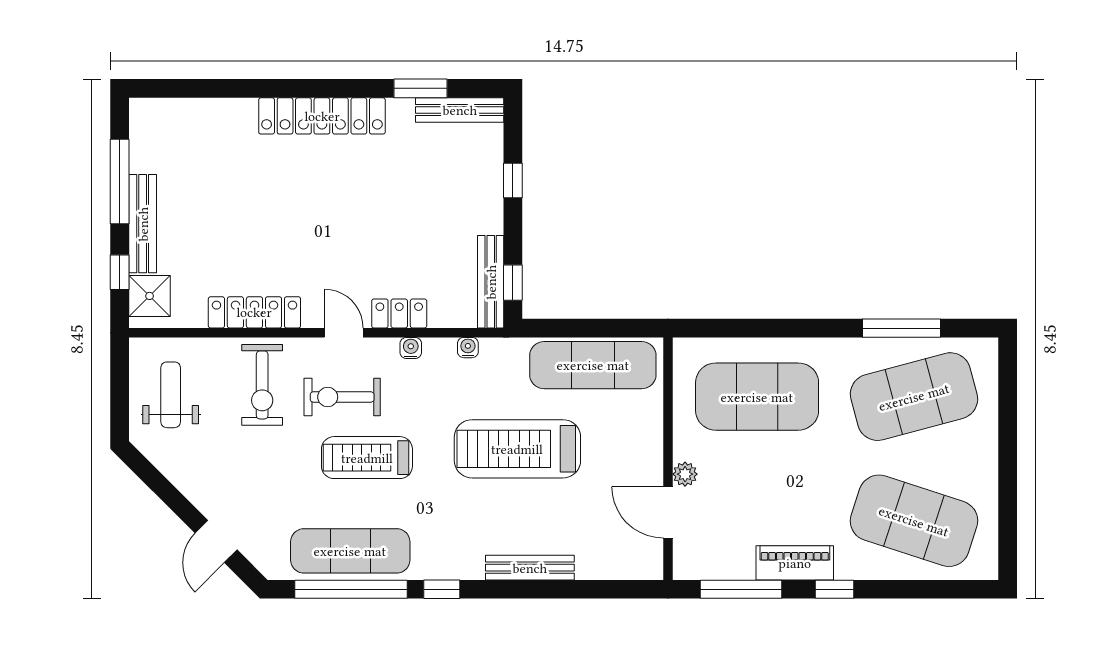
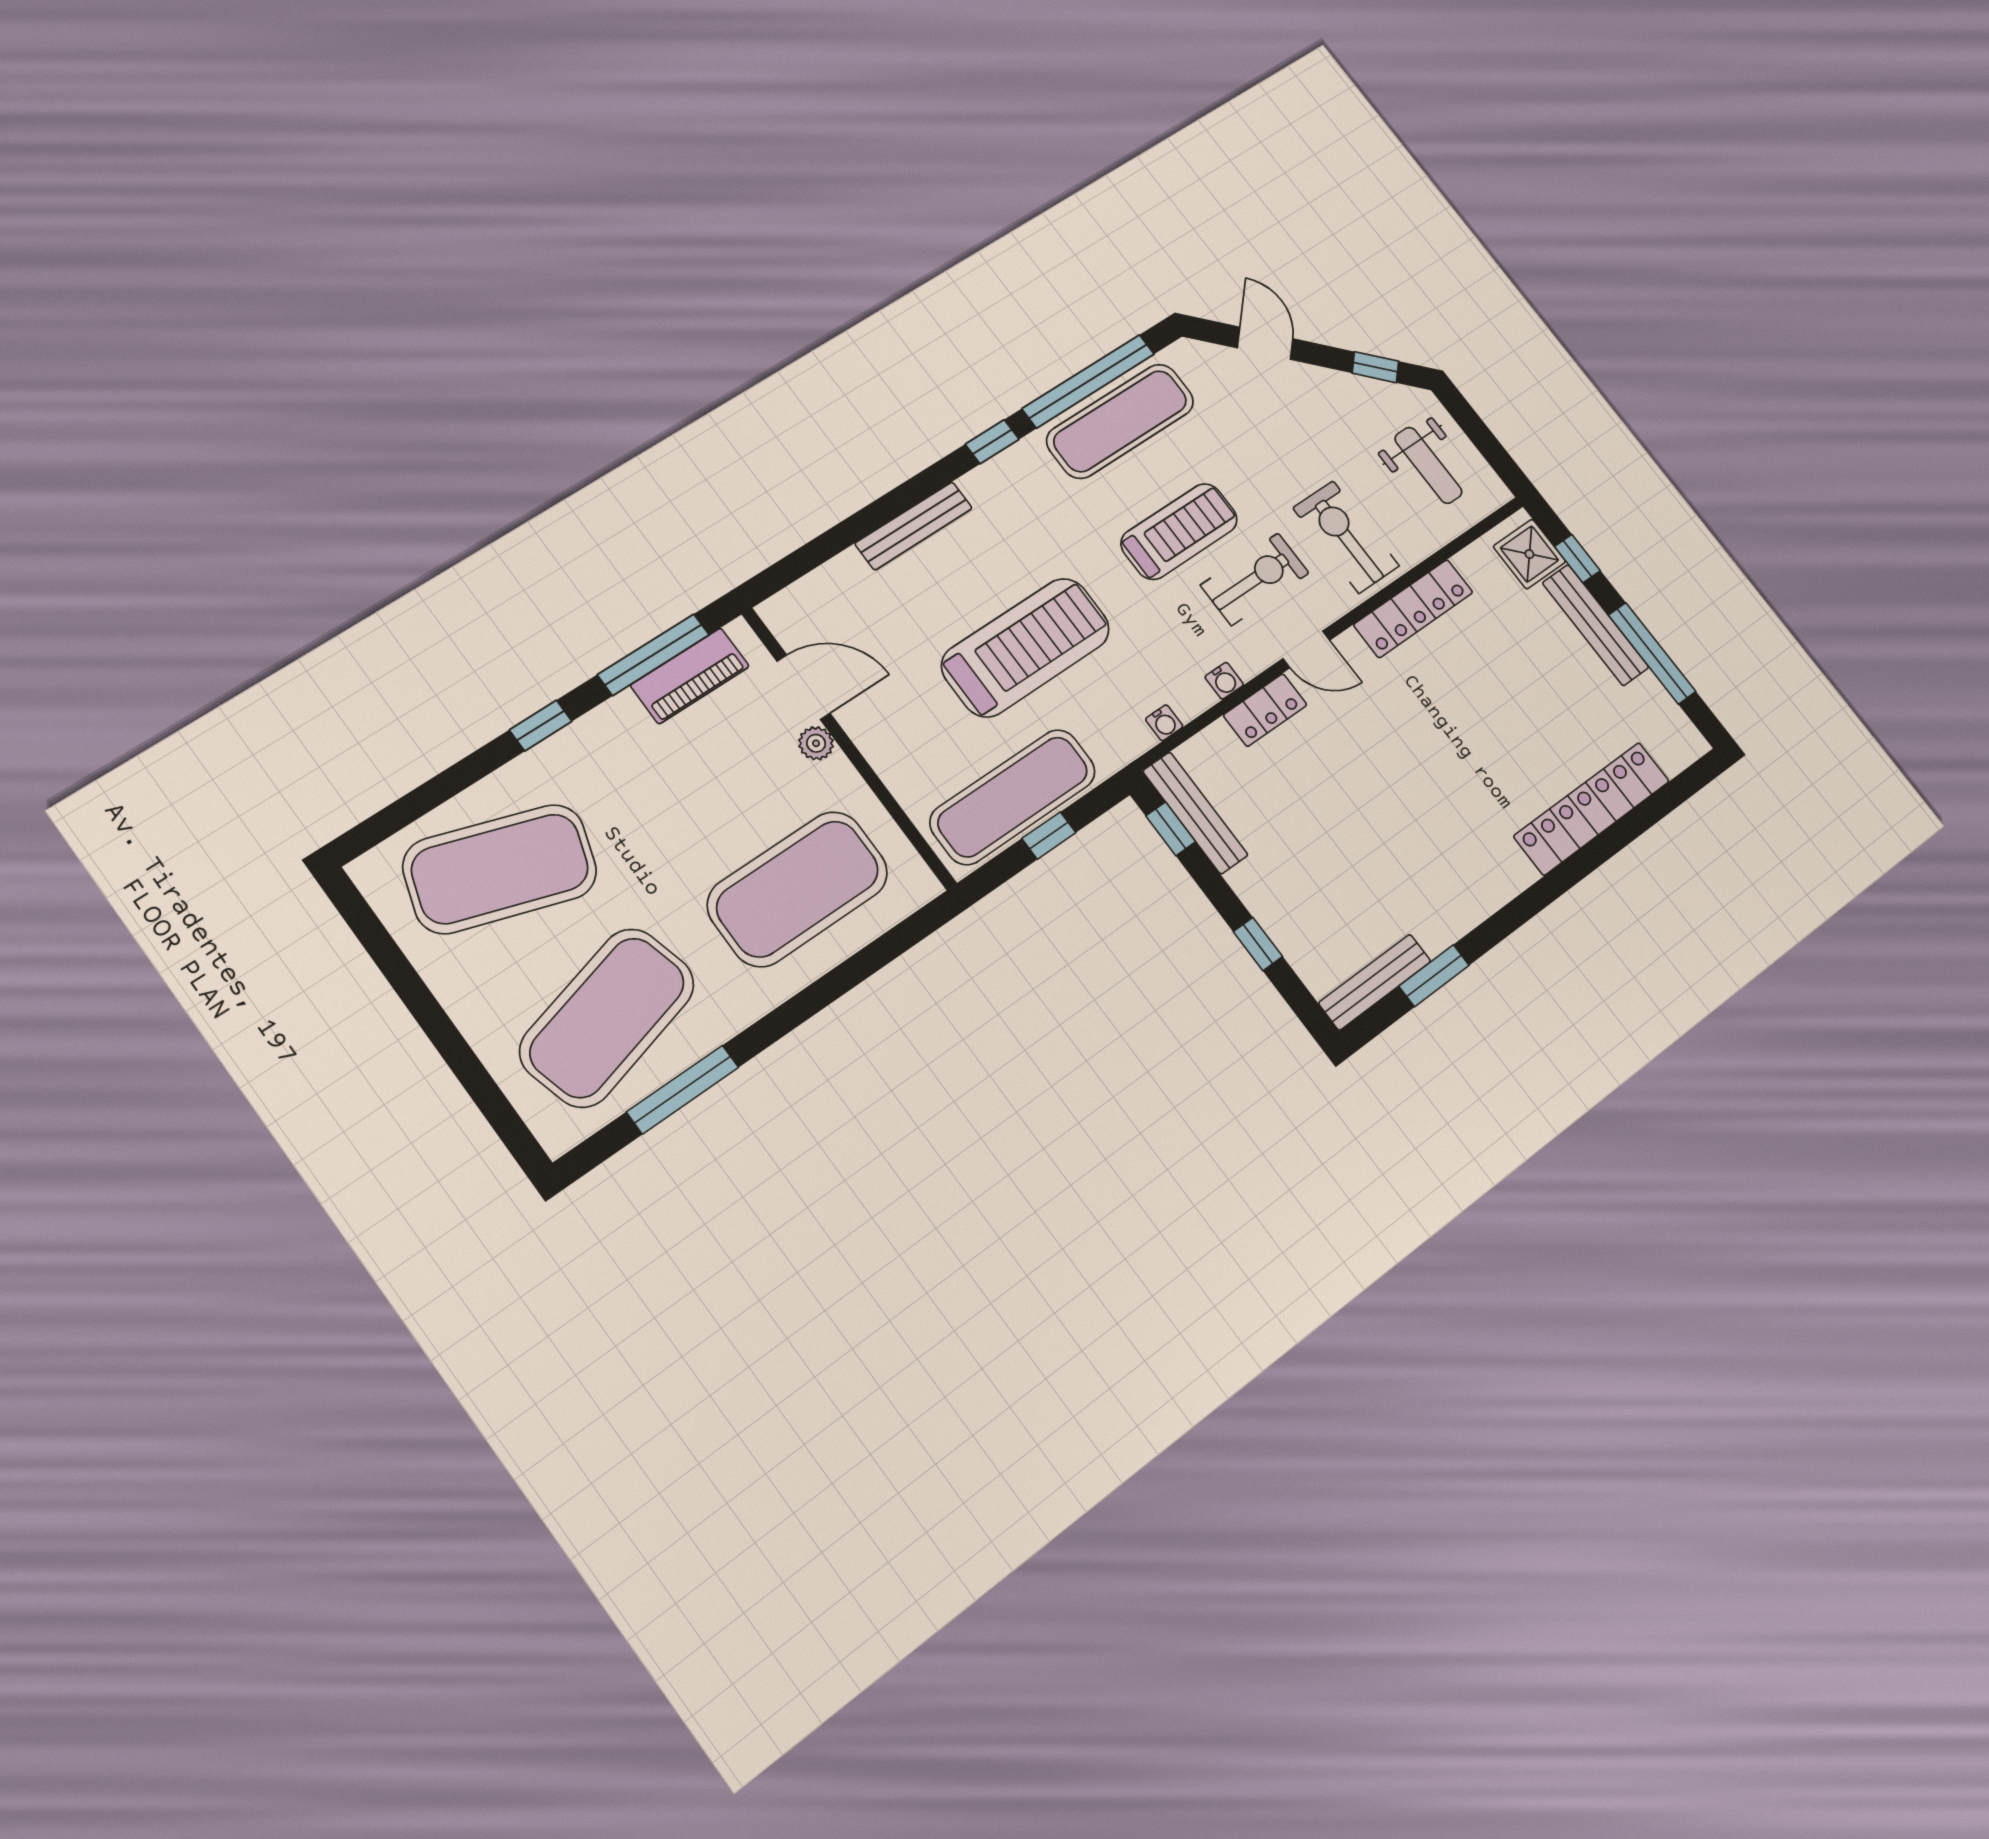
locker: (322, 116) -> (1592, 809), moved
window: (589, 328) -> (1049, 836), added
window: (154, 480) -> (1375, 367), added
piano: (795, 563) -> (690, 676), moved

